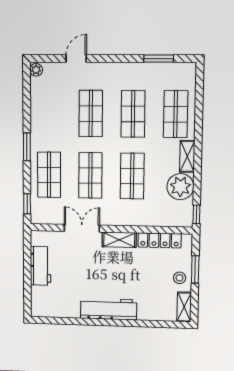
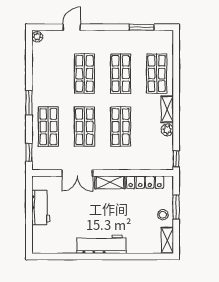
plant: (180, 187) -> (167, 130), width x0.53, depth x0.53
double door: (82, 228) -> (77, 173), swing flipped

